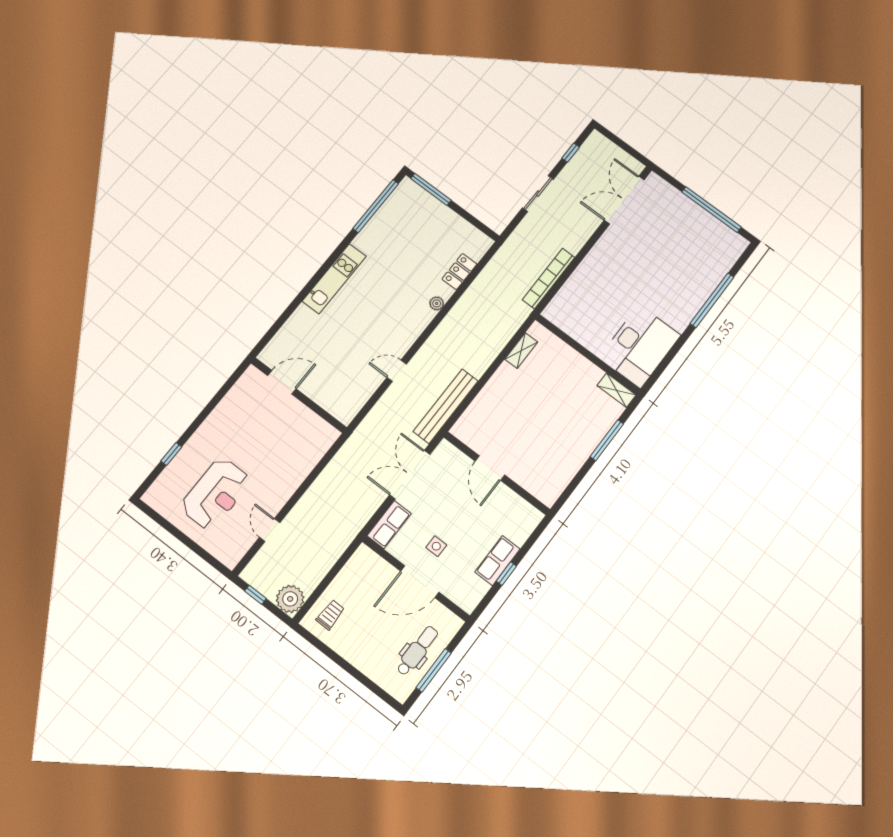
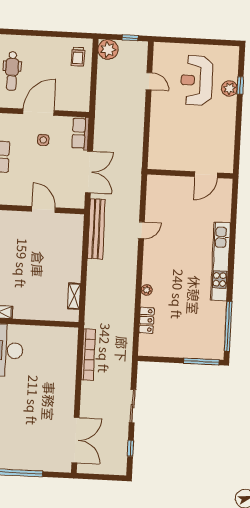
kitchen unit: (334, 279) -> (220, 262), width x1.36
plant: (186, 459) -> (229, 88), added

